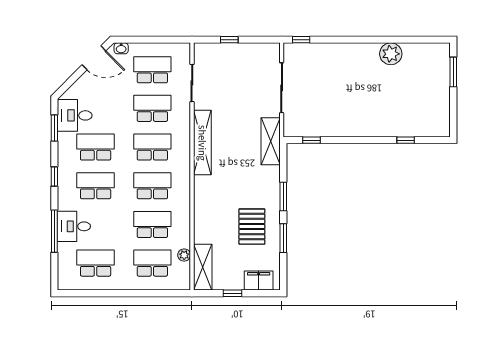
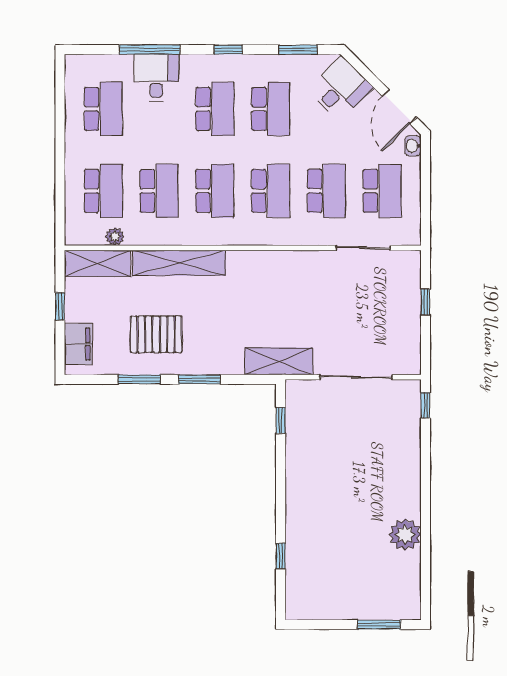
desk: (75, 115) -> (340, 89), moved, turned 45
shelving: (202, 143) -> (179, 263), moved

